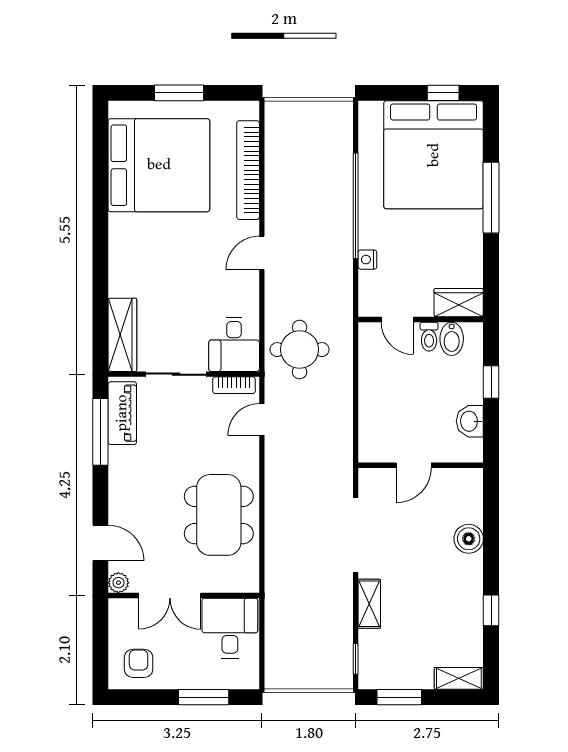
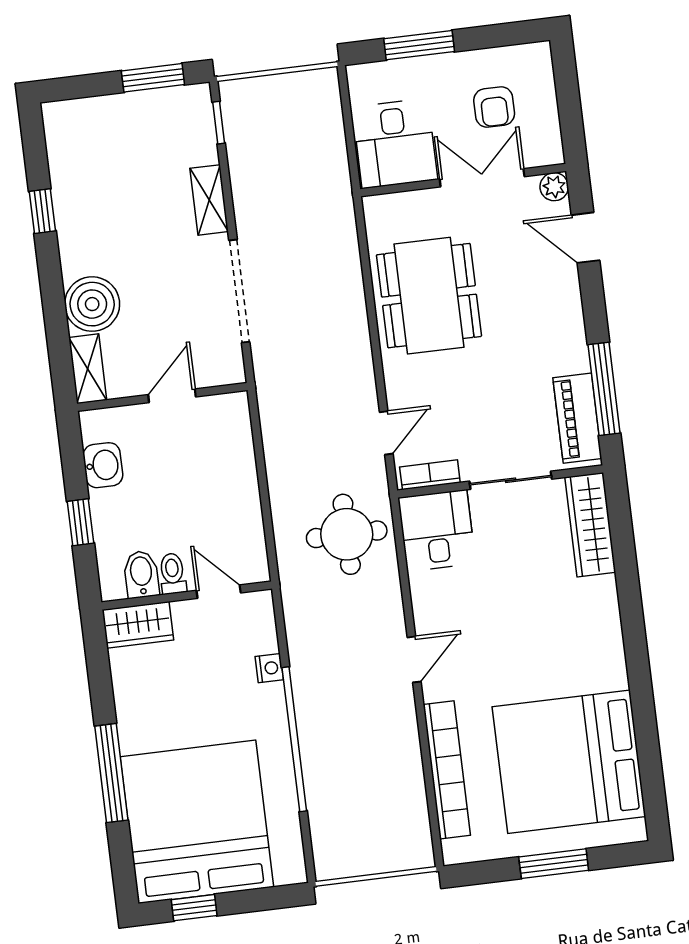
boiler: (469, 539) -> (92, 304), width x1.37, depth x1.37
armchair: (139, 663) -> (494, 107), moved
shelving: (459, 678) -> (88, 369), moved, turned 90

